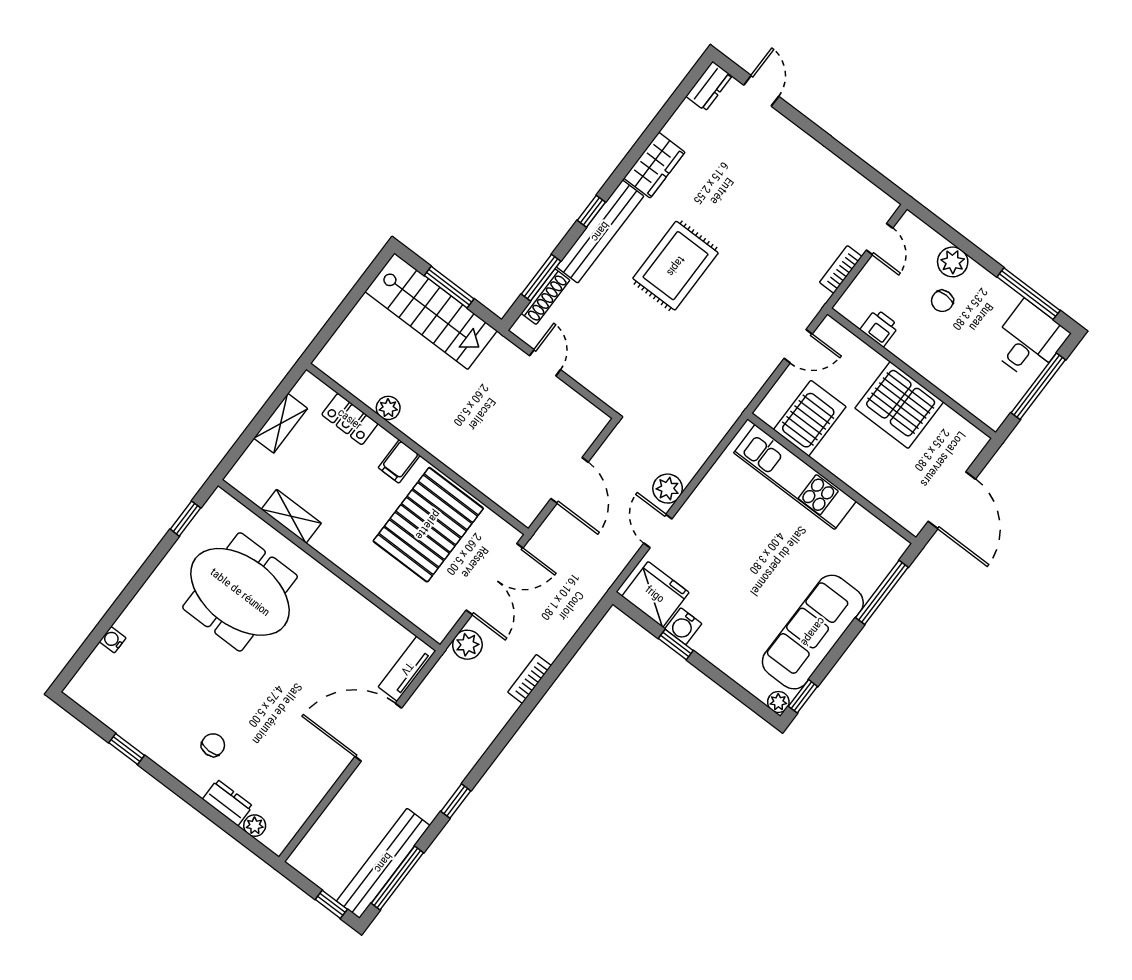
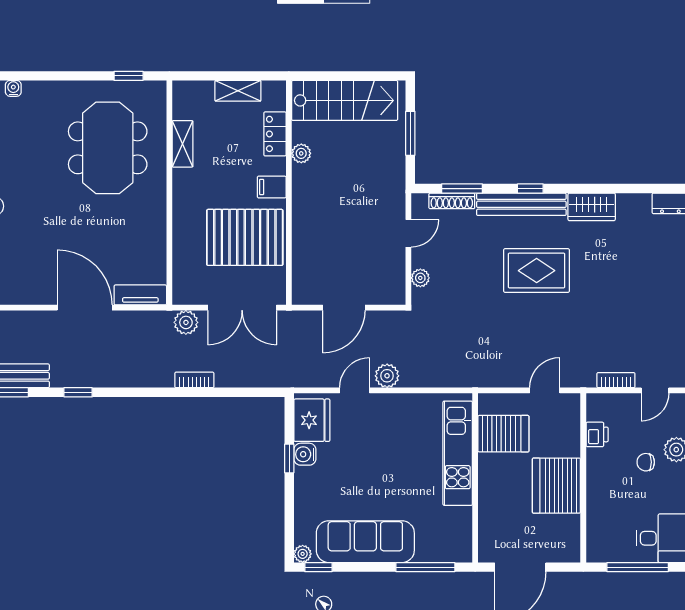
stairs: (431, 311) -> (345, 100), moved, turned -90
door: (798, 346) -> (545, 390), swing flipped
plant: (597, 384) -> (420, 278), added

